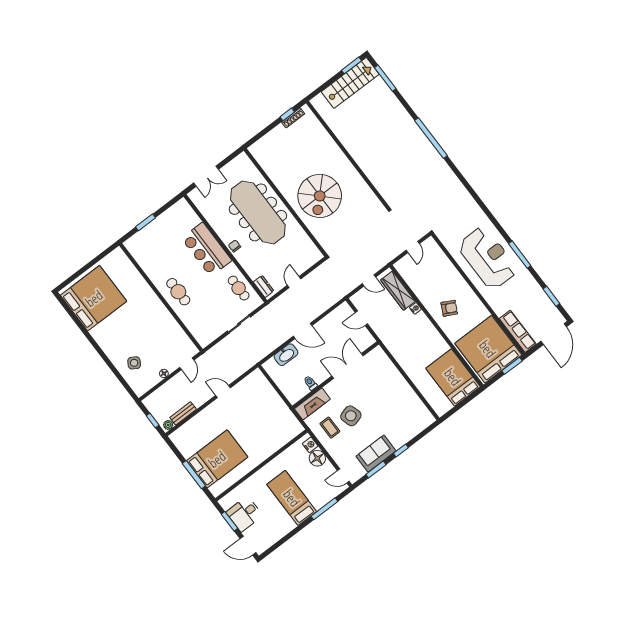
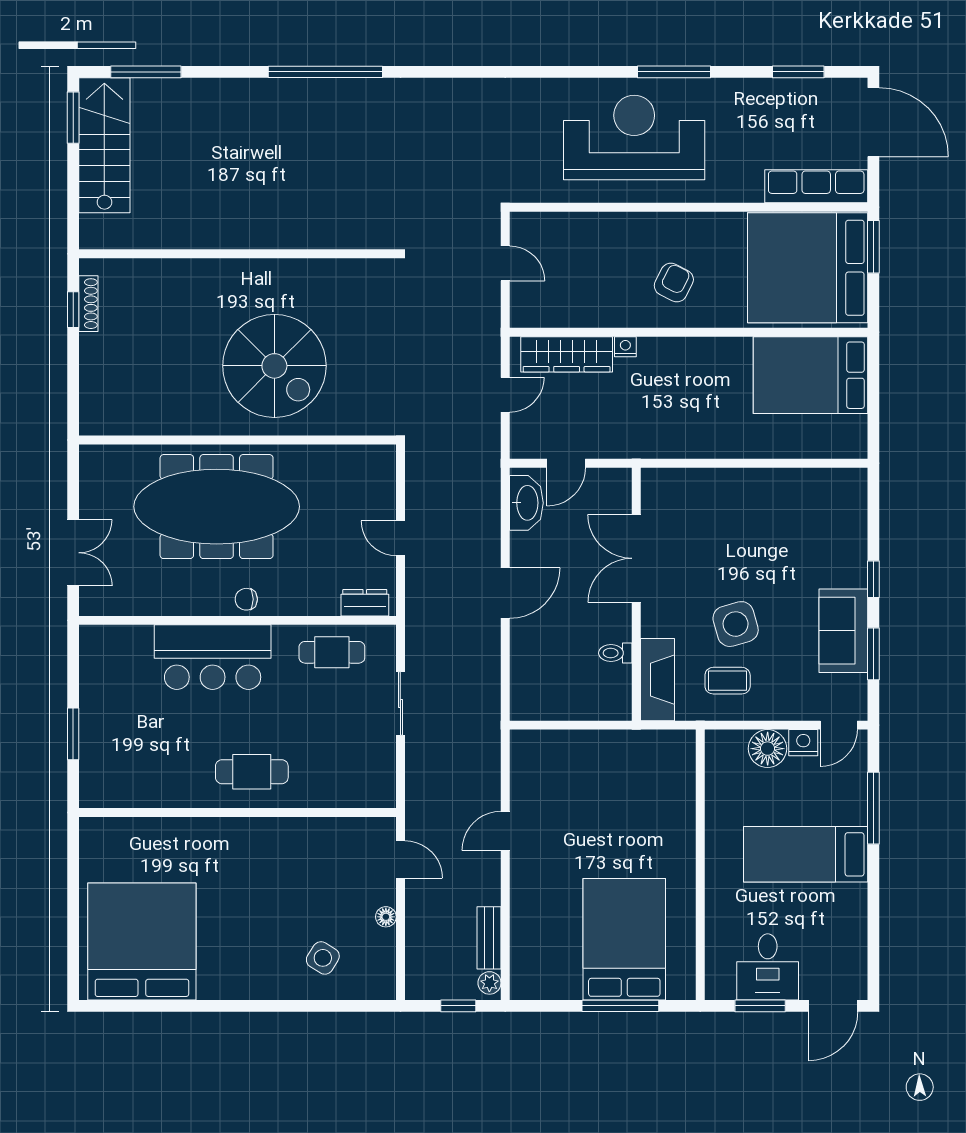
washbasin: (286, 355) -> (526, 503), moved
nightstand: (310, 445) -> (803, 743), moved

